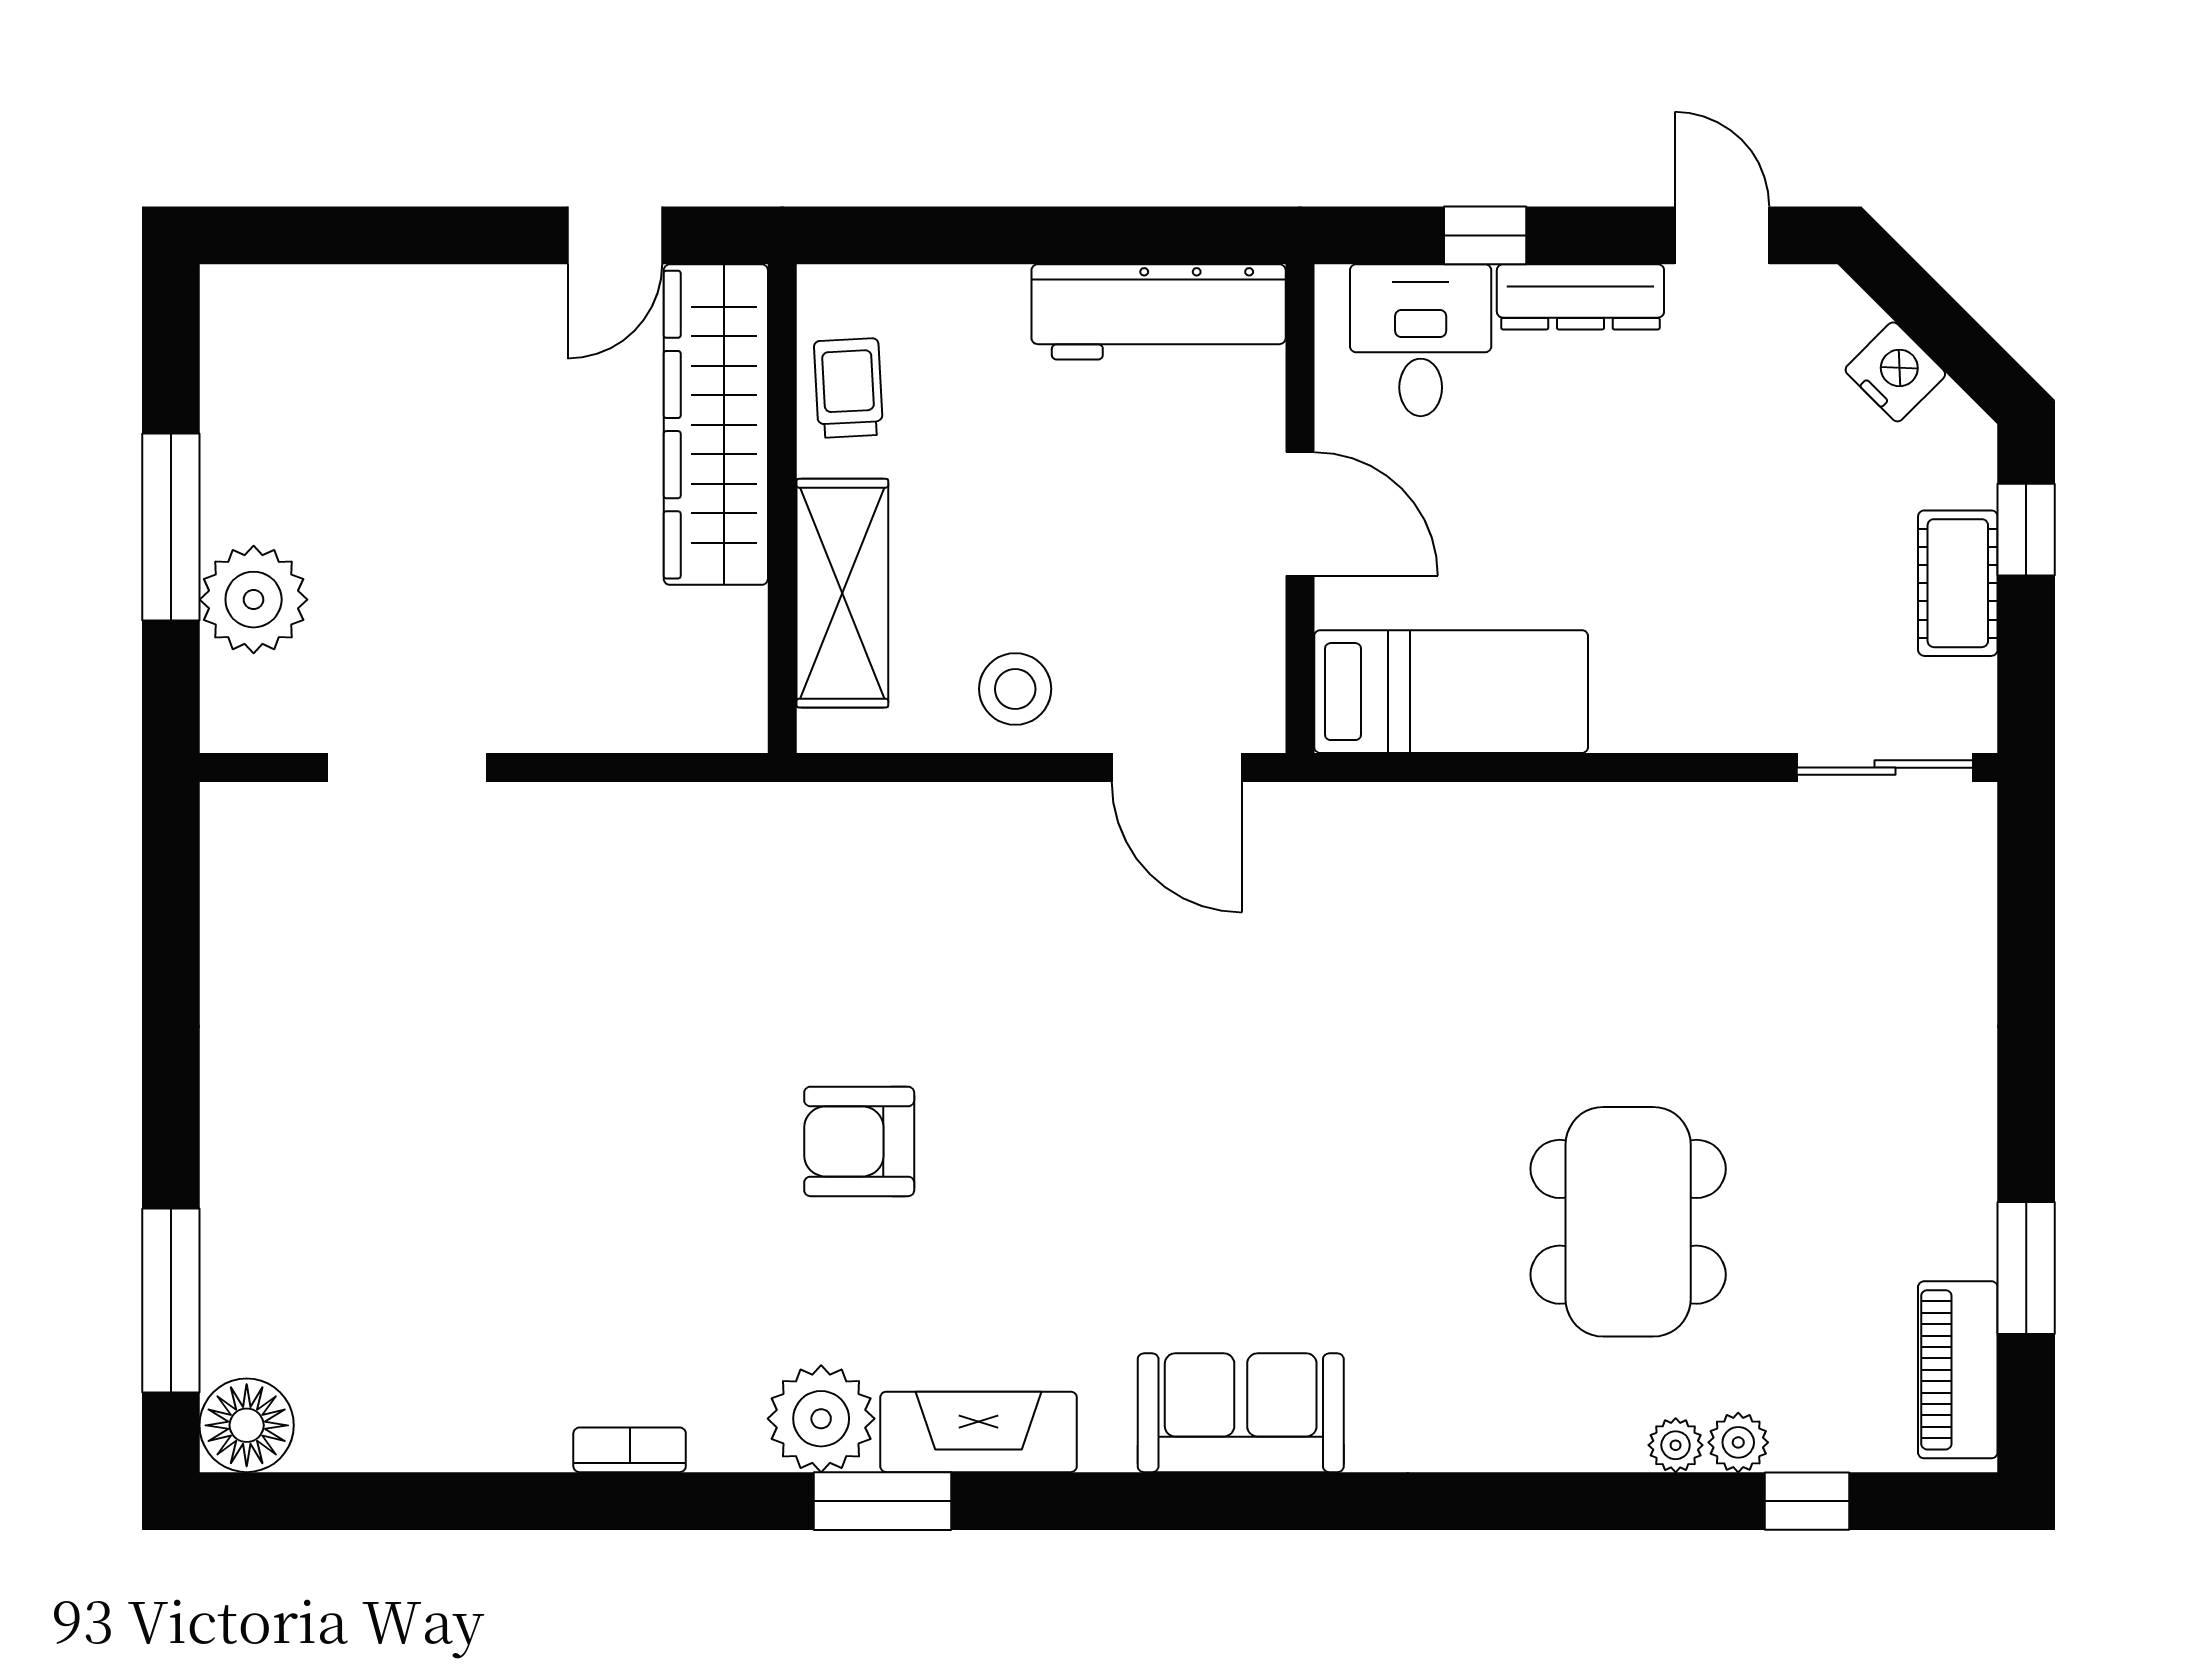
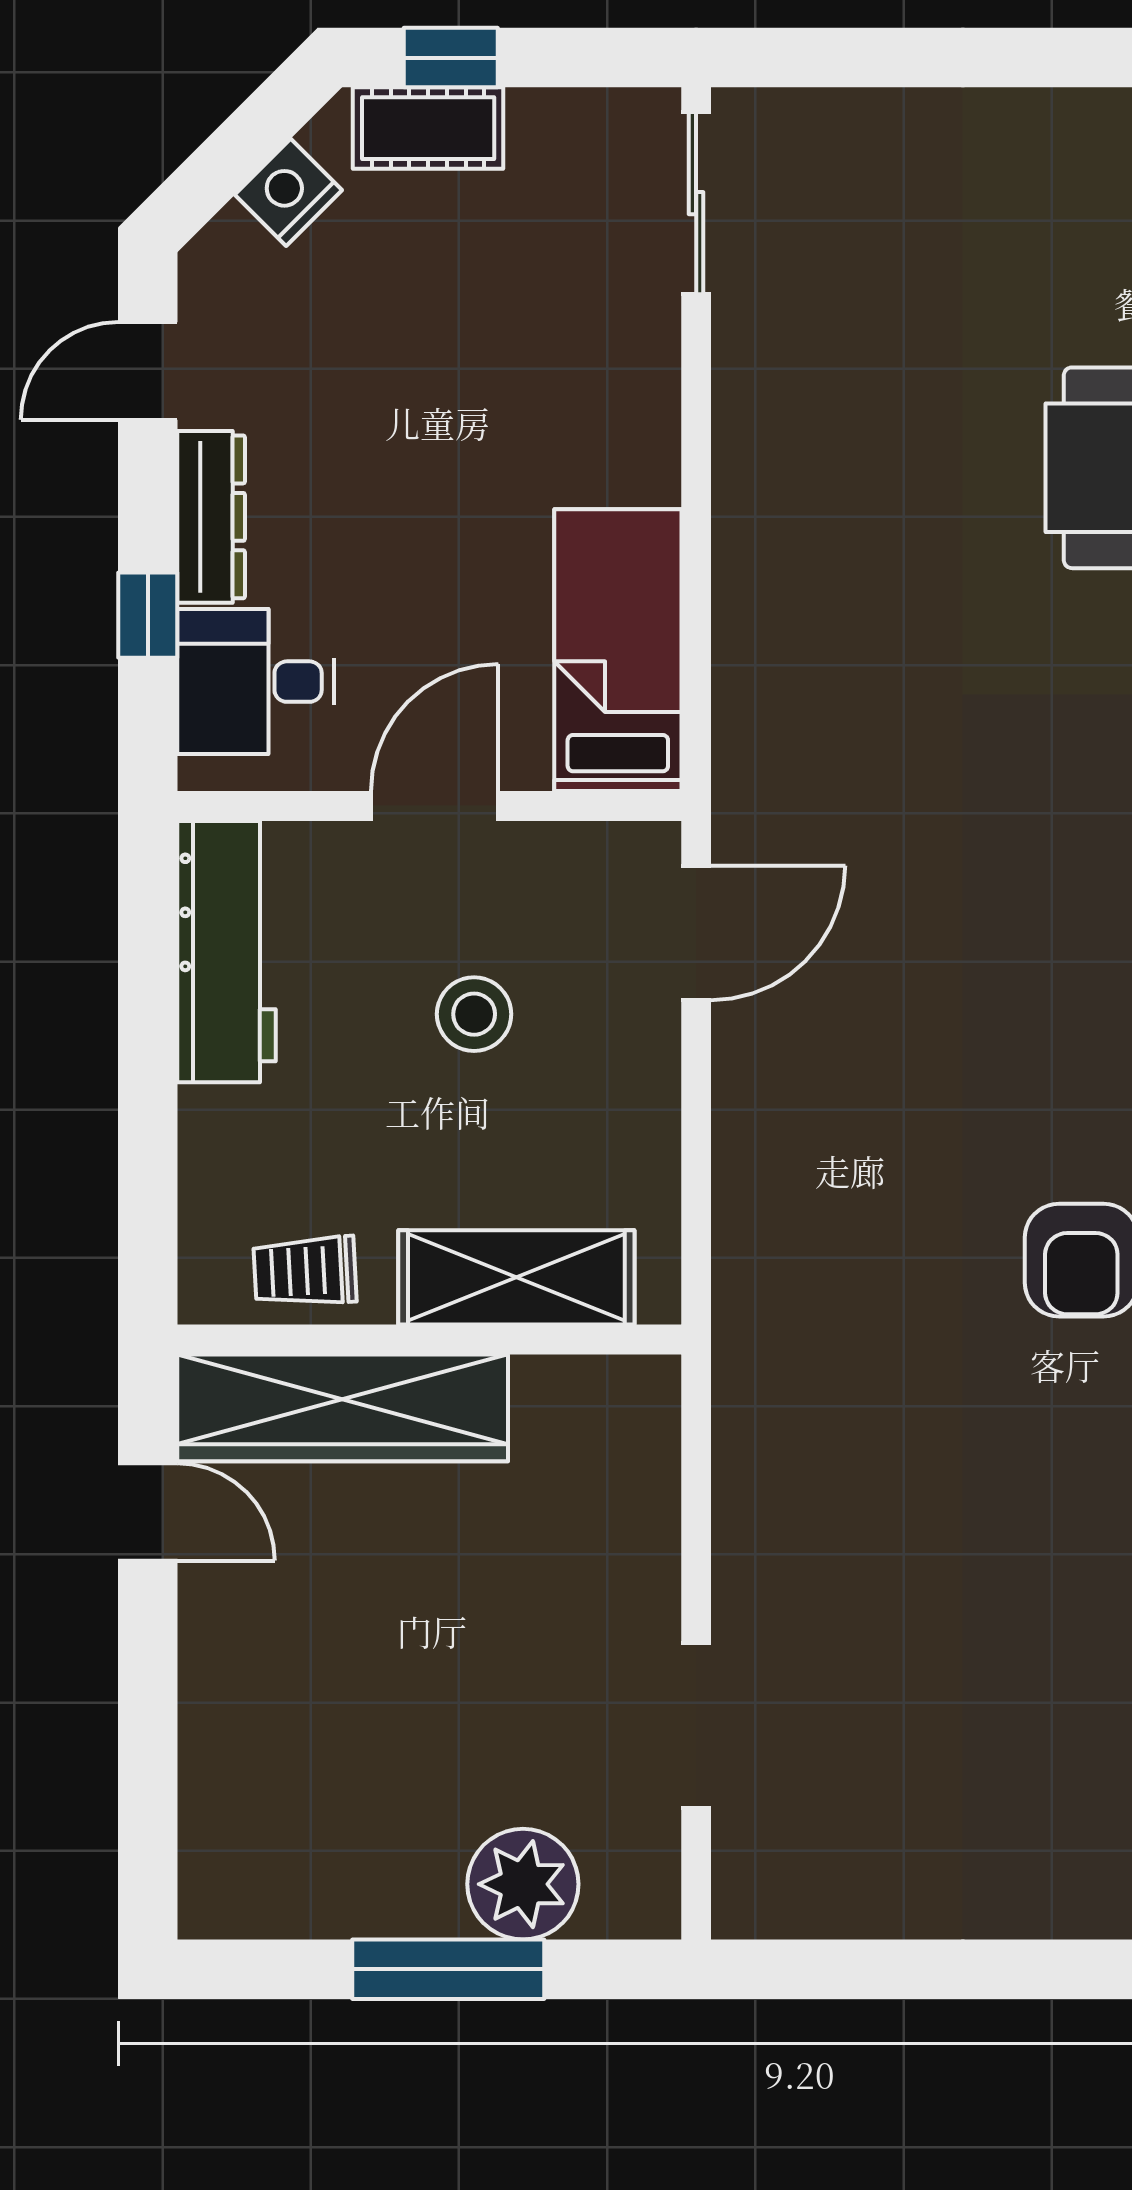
cot: (1958, 583) -> (428, 128), moved
stool: (1015, 689) -> (474, 1014), moved

